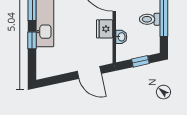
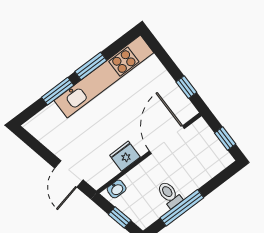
washbasin: (121, 37) -> (117, 189), moved
window: (32, 40) -> (58, 91), width x1.50

